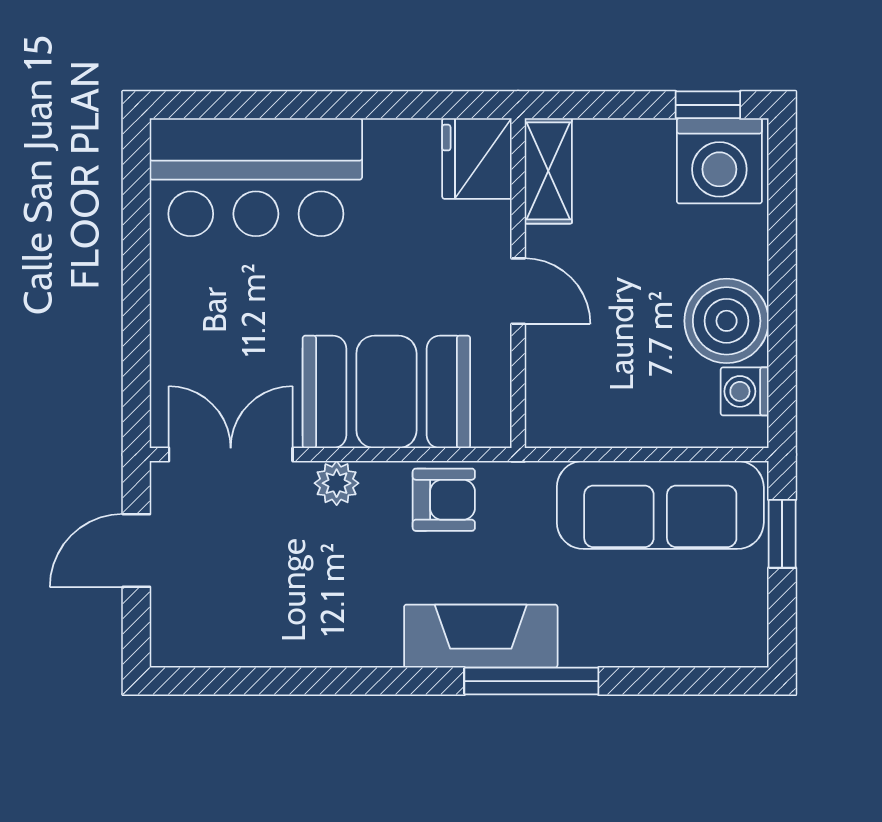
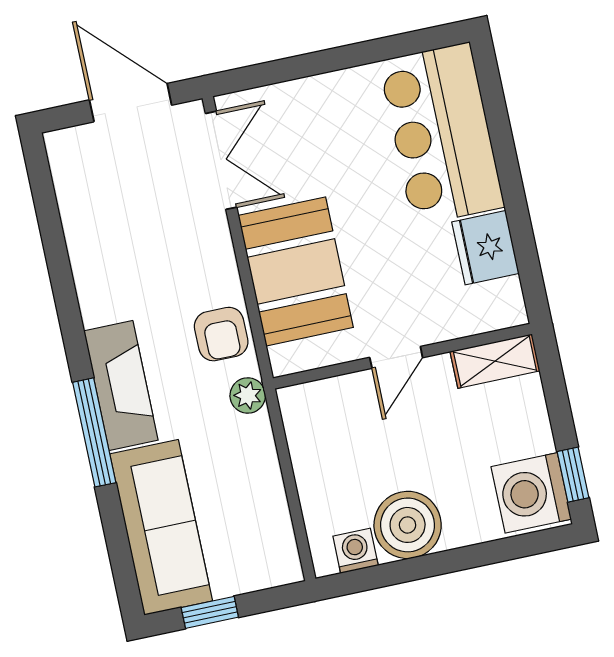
fridge: (477, 159) -> (485, 248), moved, turned -90
plant: (337, 483) -> (248, 395), moved
sofa: (660, 505) -> (161, 527), moved, turned 180
window: (782, 534) -> (210, 612), moved
door: (136, 550) -> (131, 103), width x1.38

